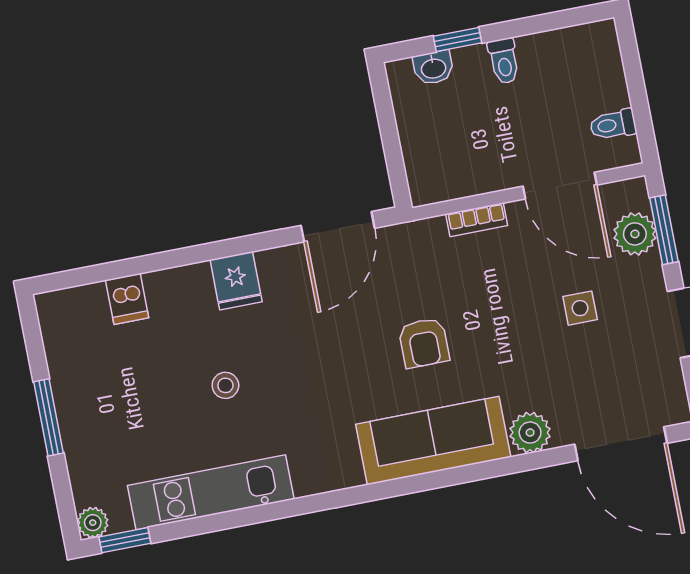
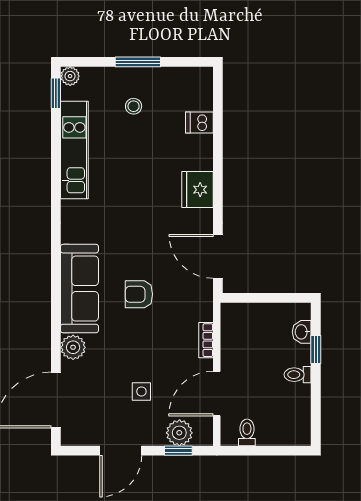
window: (664, 230) -> (178, 451), width x0.67
fridge: (236, 281) -> (198, 190), width x1.38
stool: (225, 385) -> (134, 106), moved

